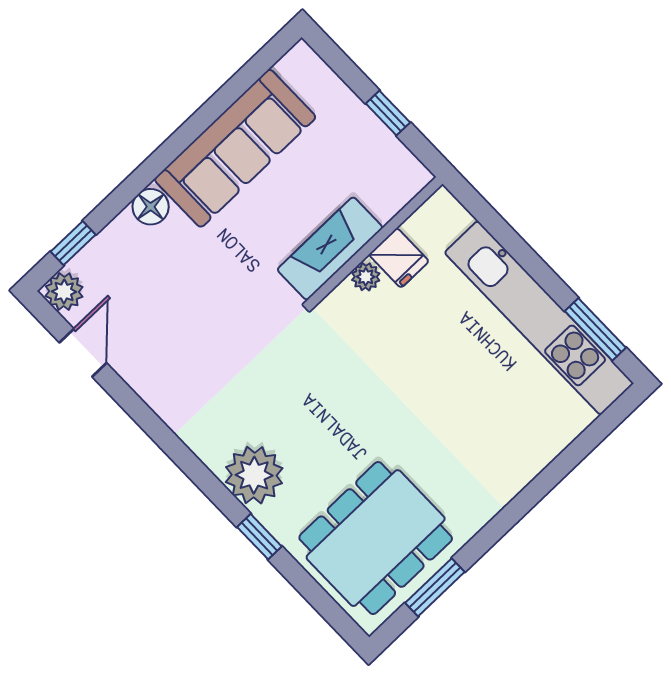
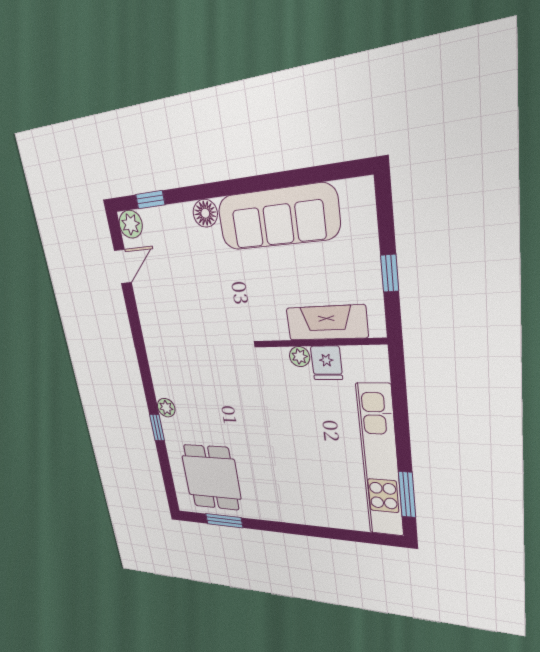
fireplace: (330, 249) -> (327, 323), moved
plant: (254, 475) -> (166, 408), width x0.53, depth x0.53
dining table: (376, 538) -> (211, 477), width x0.73

